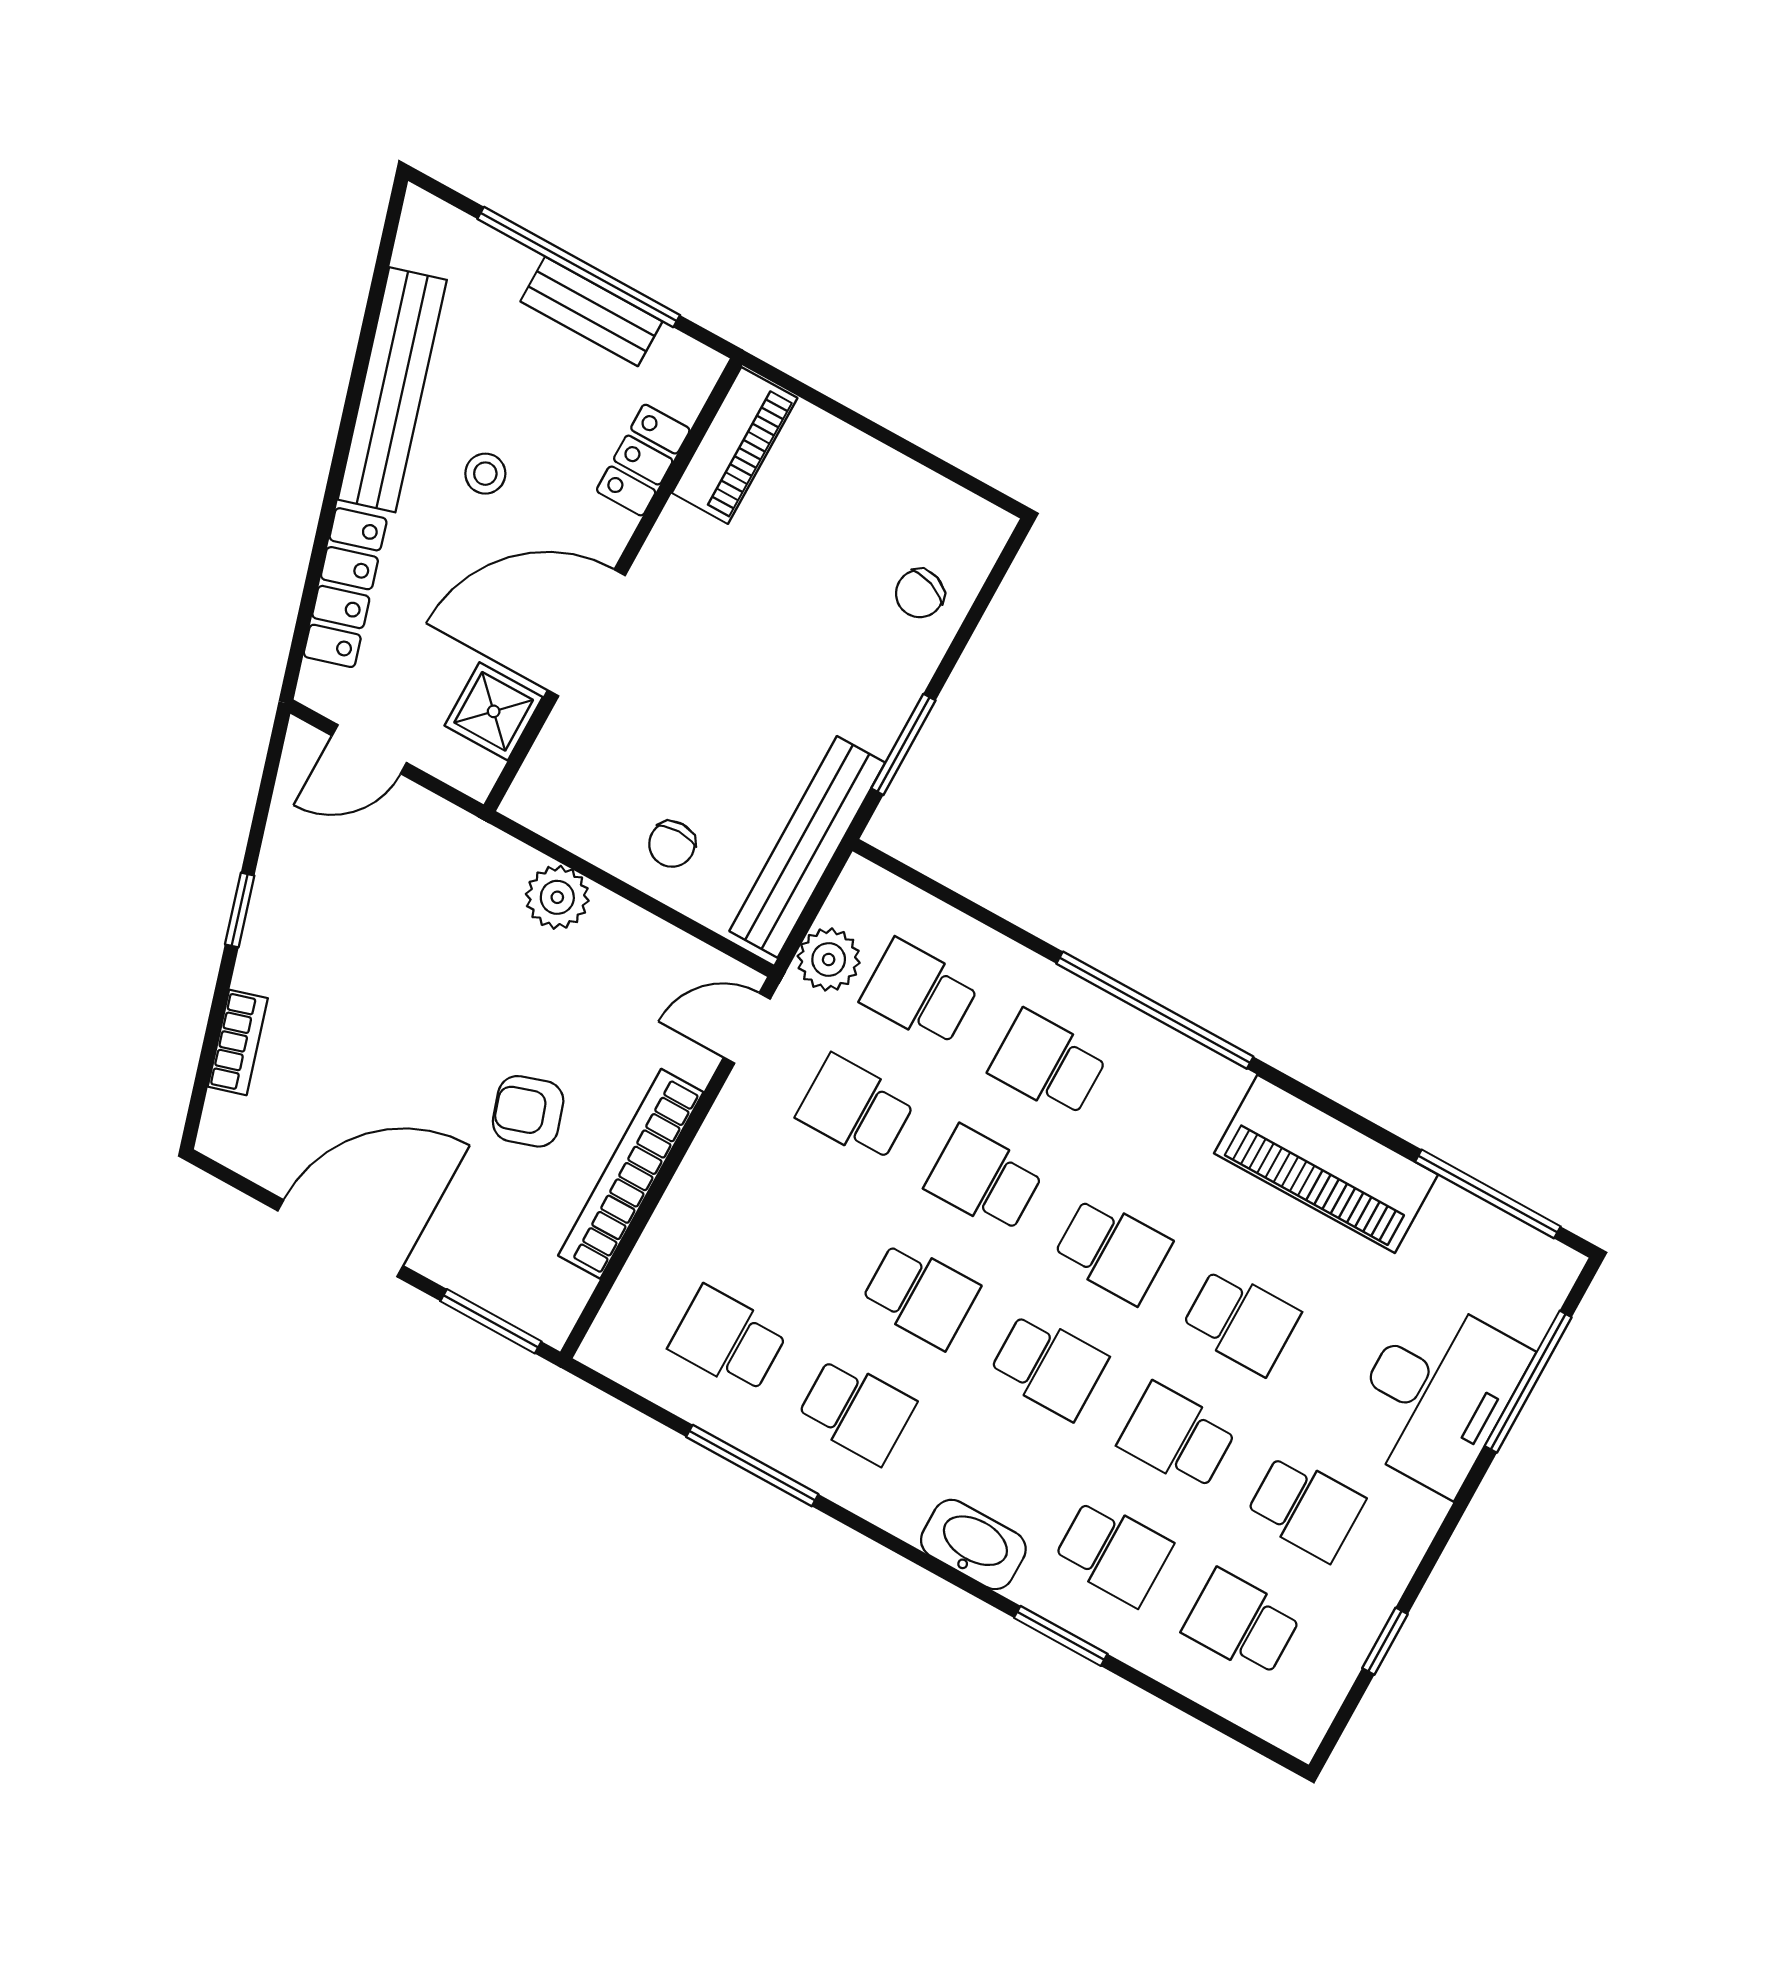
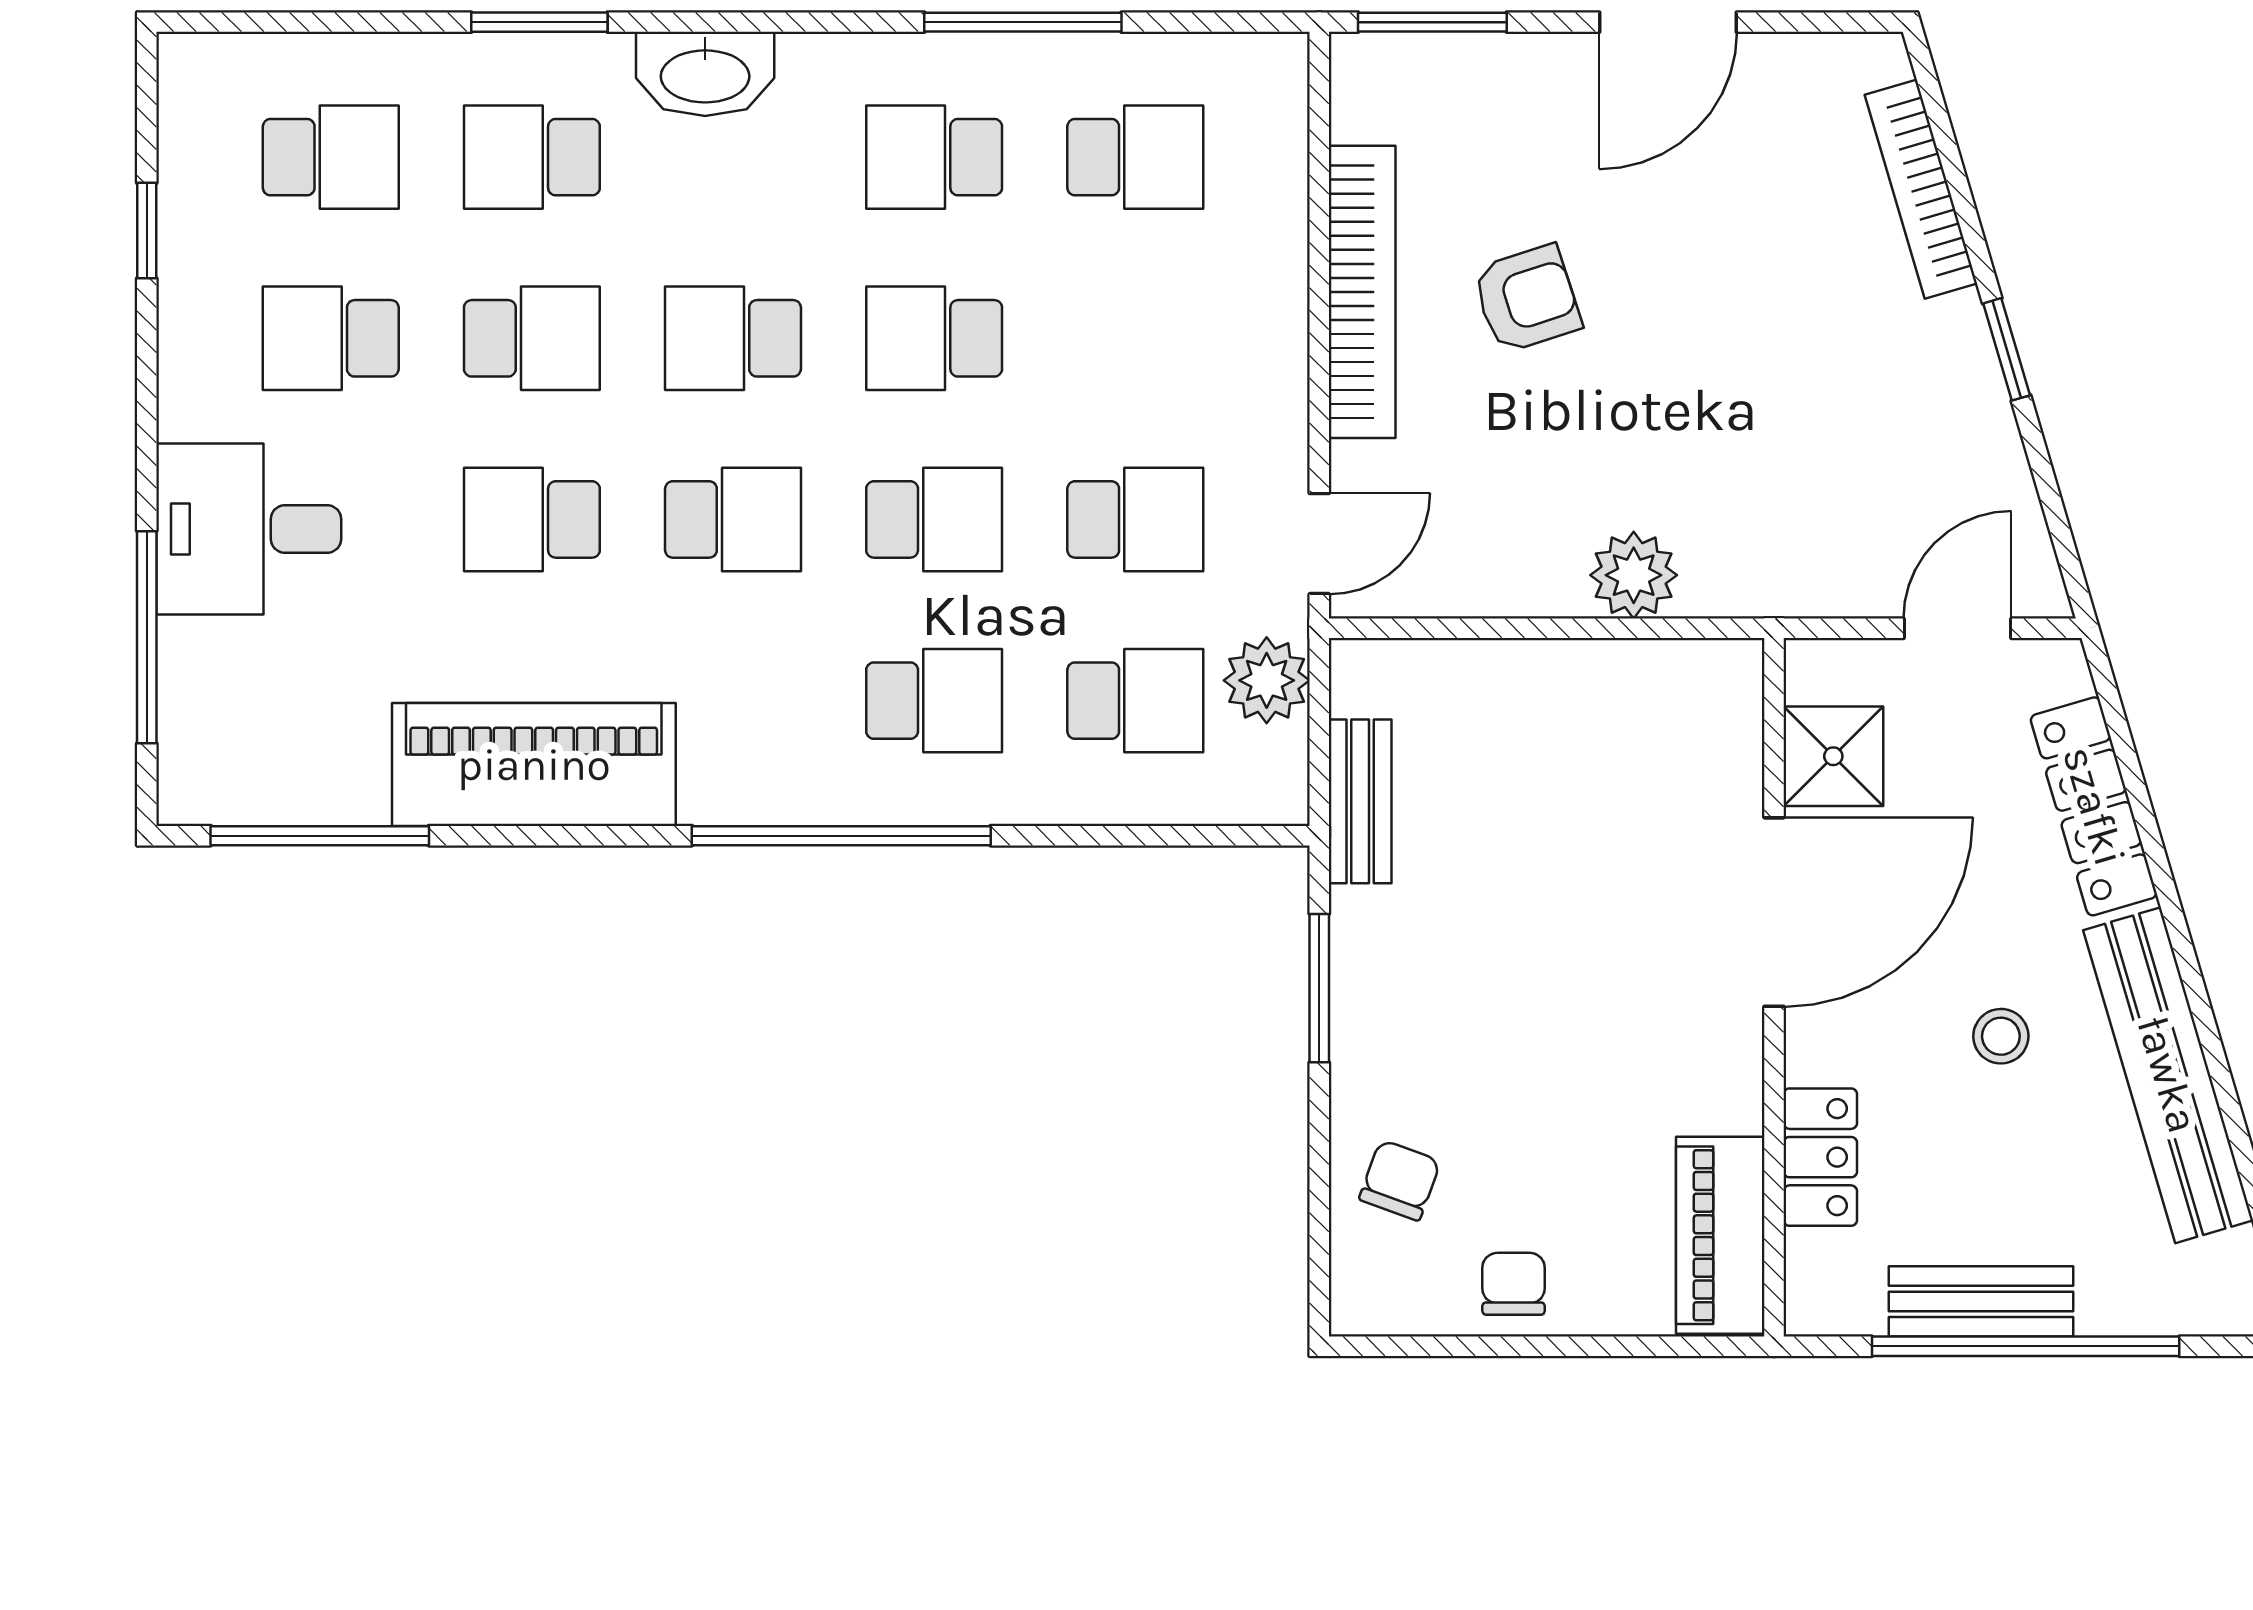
chair: (672, 844) -> (1514, 1284), moved
bench: (807, 847) -> (1360, 801), width x0.54, depth x0.82
bookcase: (238, 1042) -> (1921, 189), width x1.56
door: (340, 1238) -> (1668, 22), width x0.73
school desk: (1113, 1250) -> (733, 519), turned 180
desk: (1436, 1394) -> (249, 529), width x0.73

